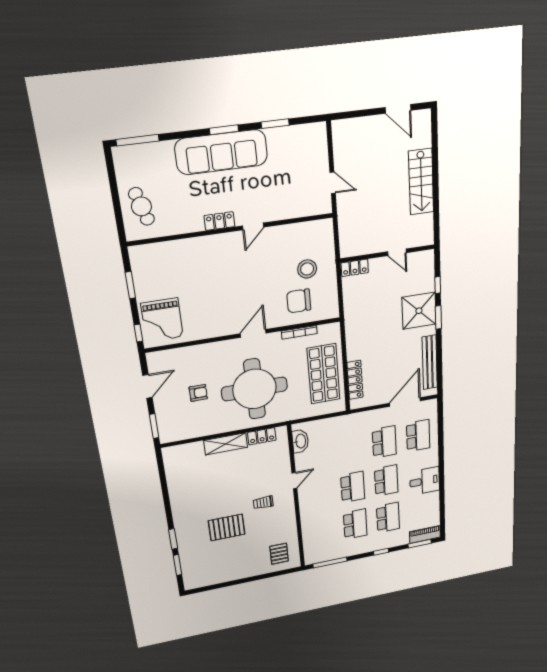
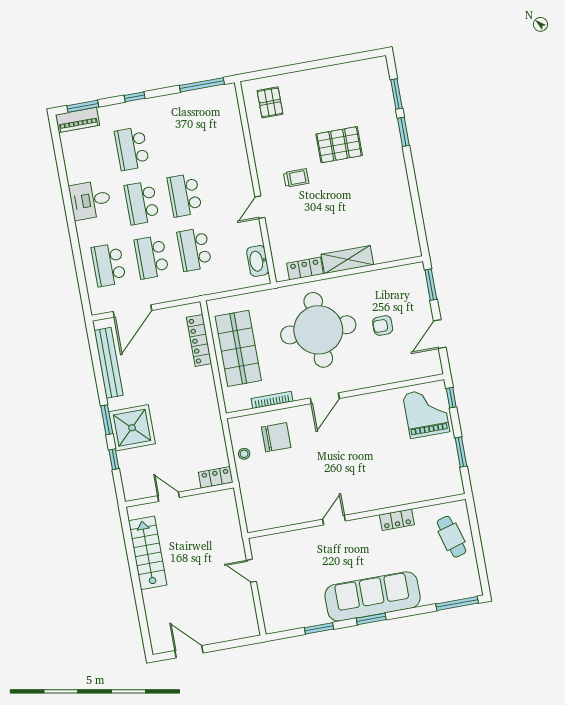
stairs: (421, 182) -> (148, 553), moved
locker: (219, 221) -> (397, 520), moved
stool: (307, 269) -> (244, 454), moved, width x0.53, depth x0.53
school desk: (355, 524) -> (194, 249), moved

